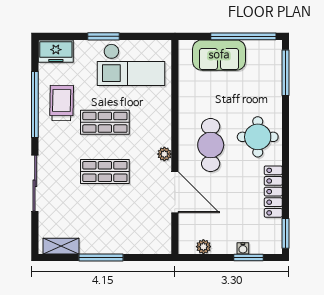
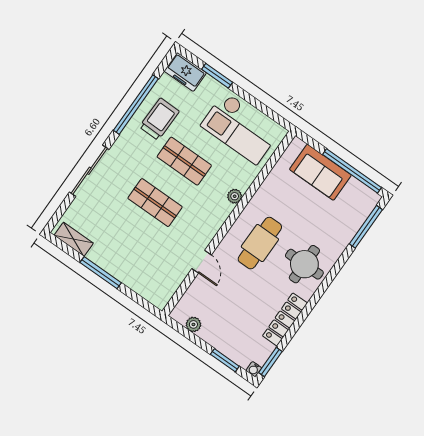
window: (104, 36) -> (217, 76), moved
plant: (164, 154) -> (235, 196), moved
door: (175, 192) -> (202, 262), width x0.53
water cooler: (243, 248) -> (254, 369), moved

